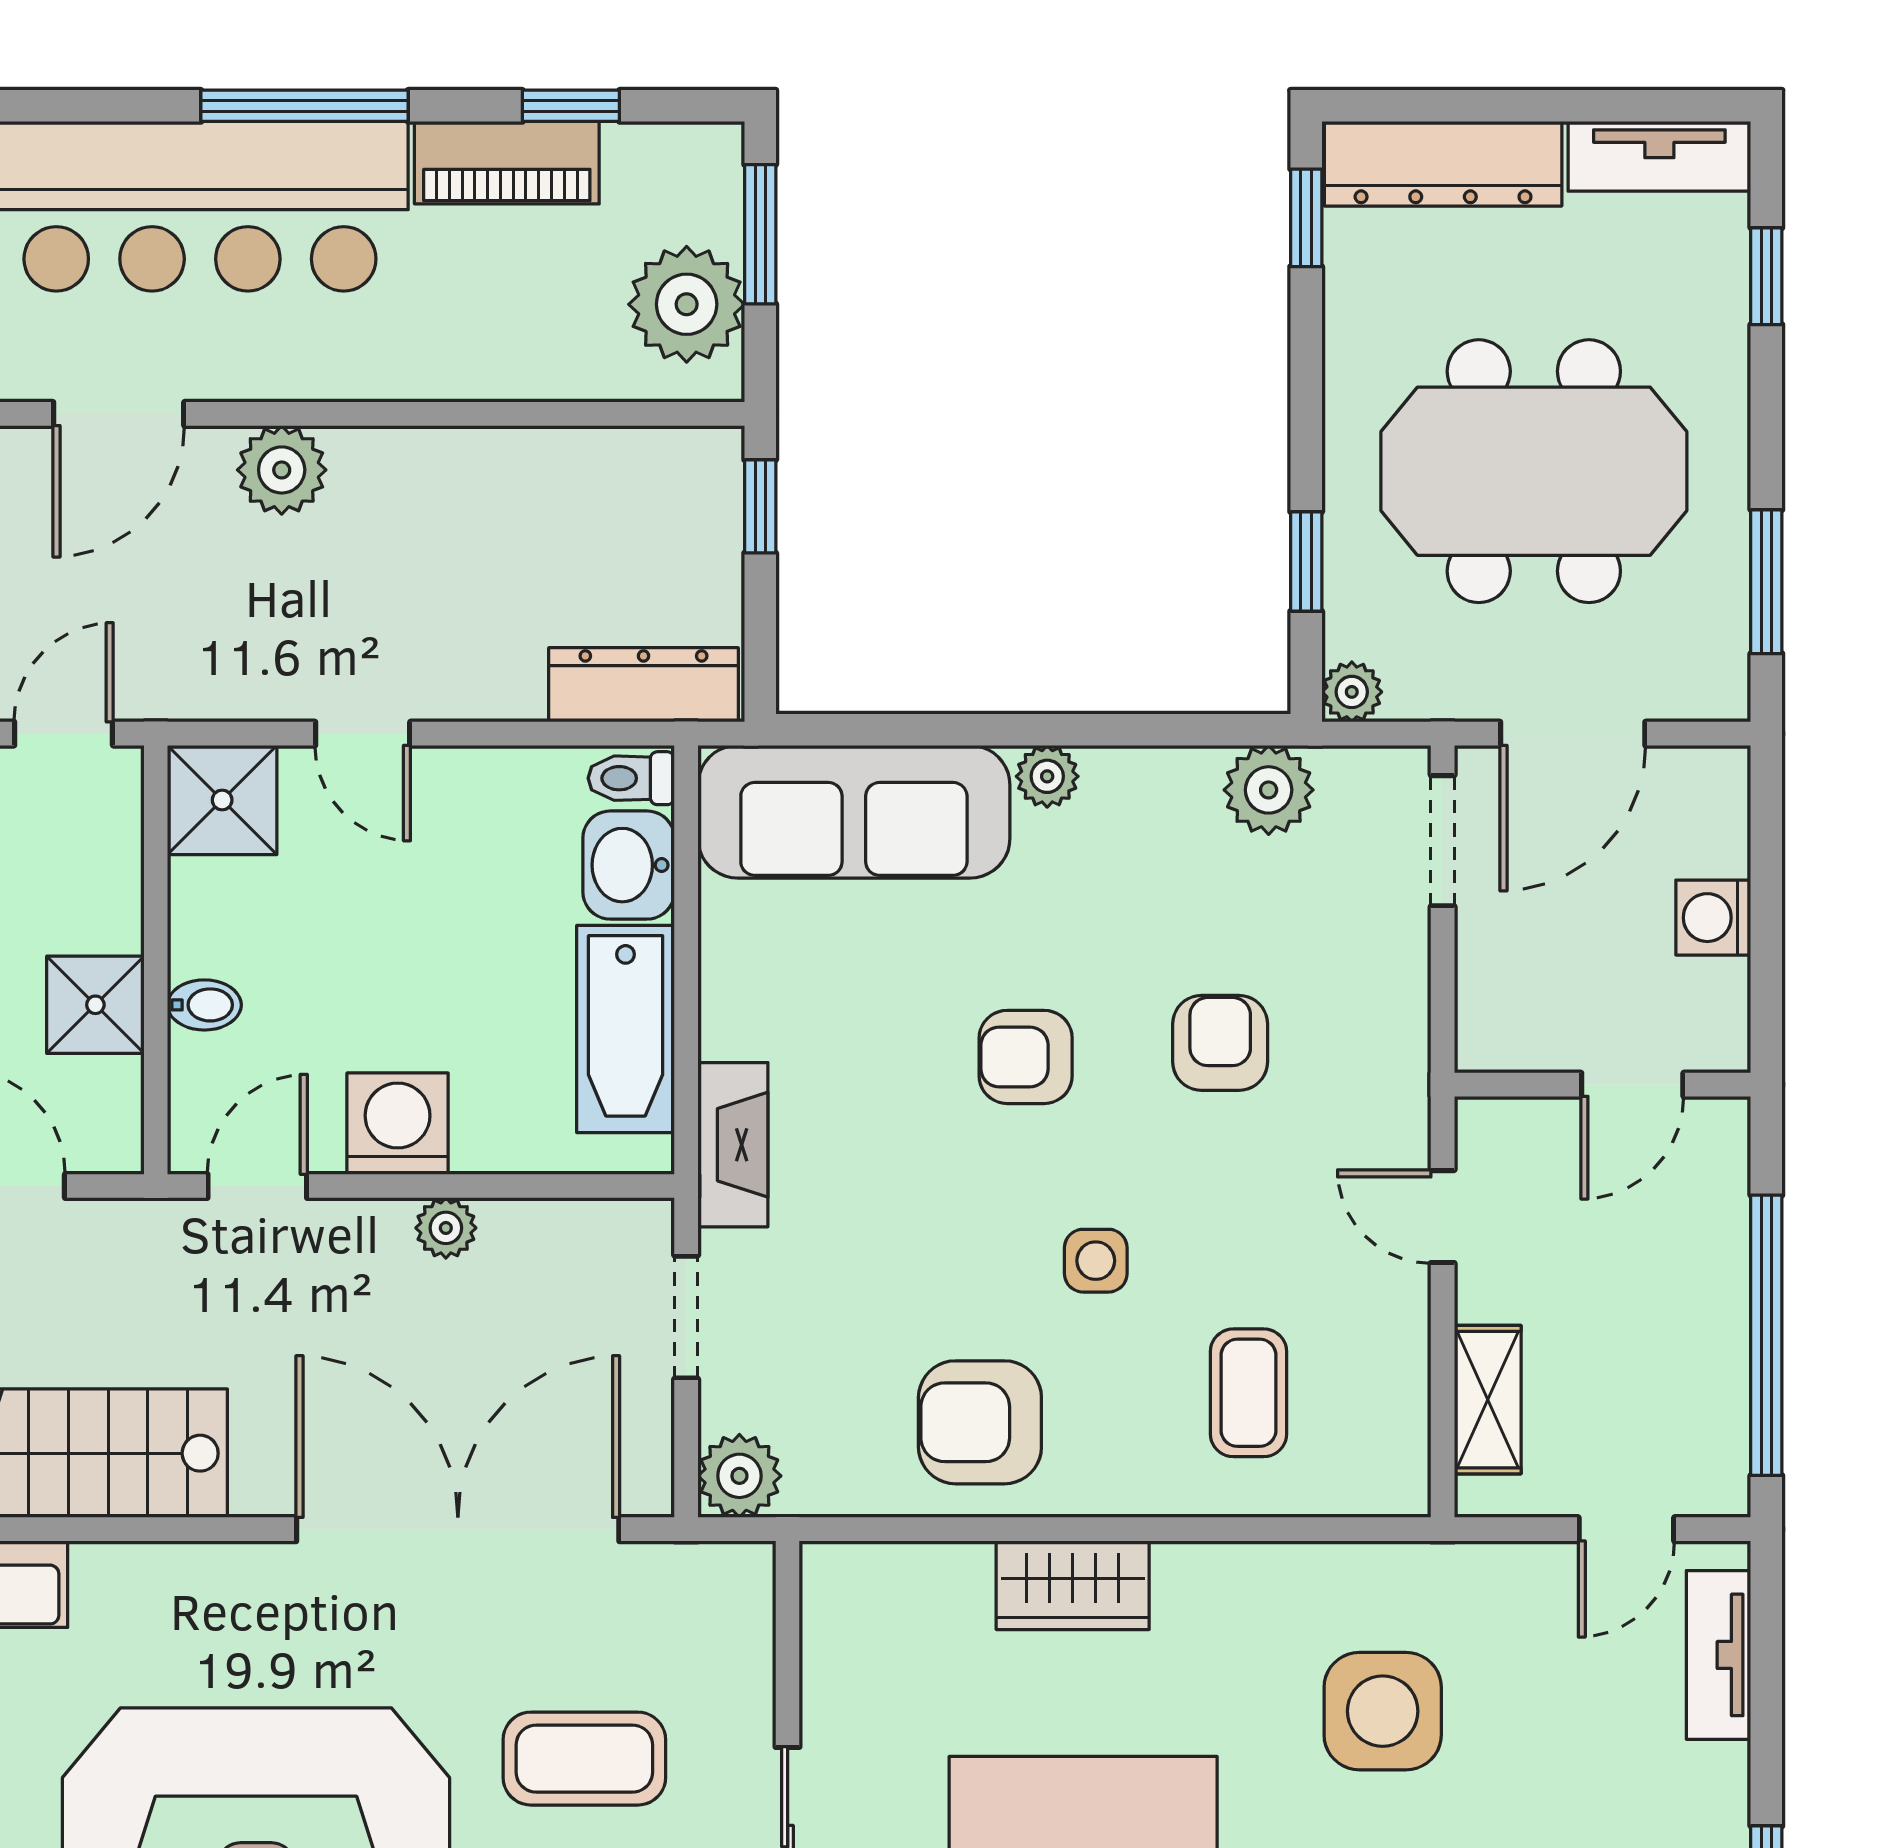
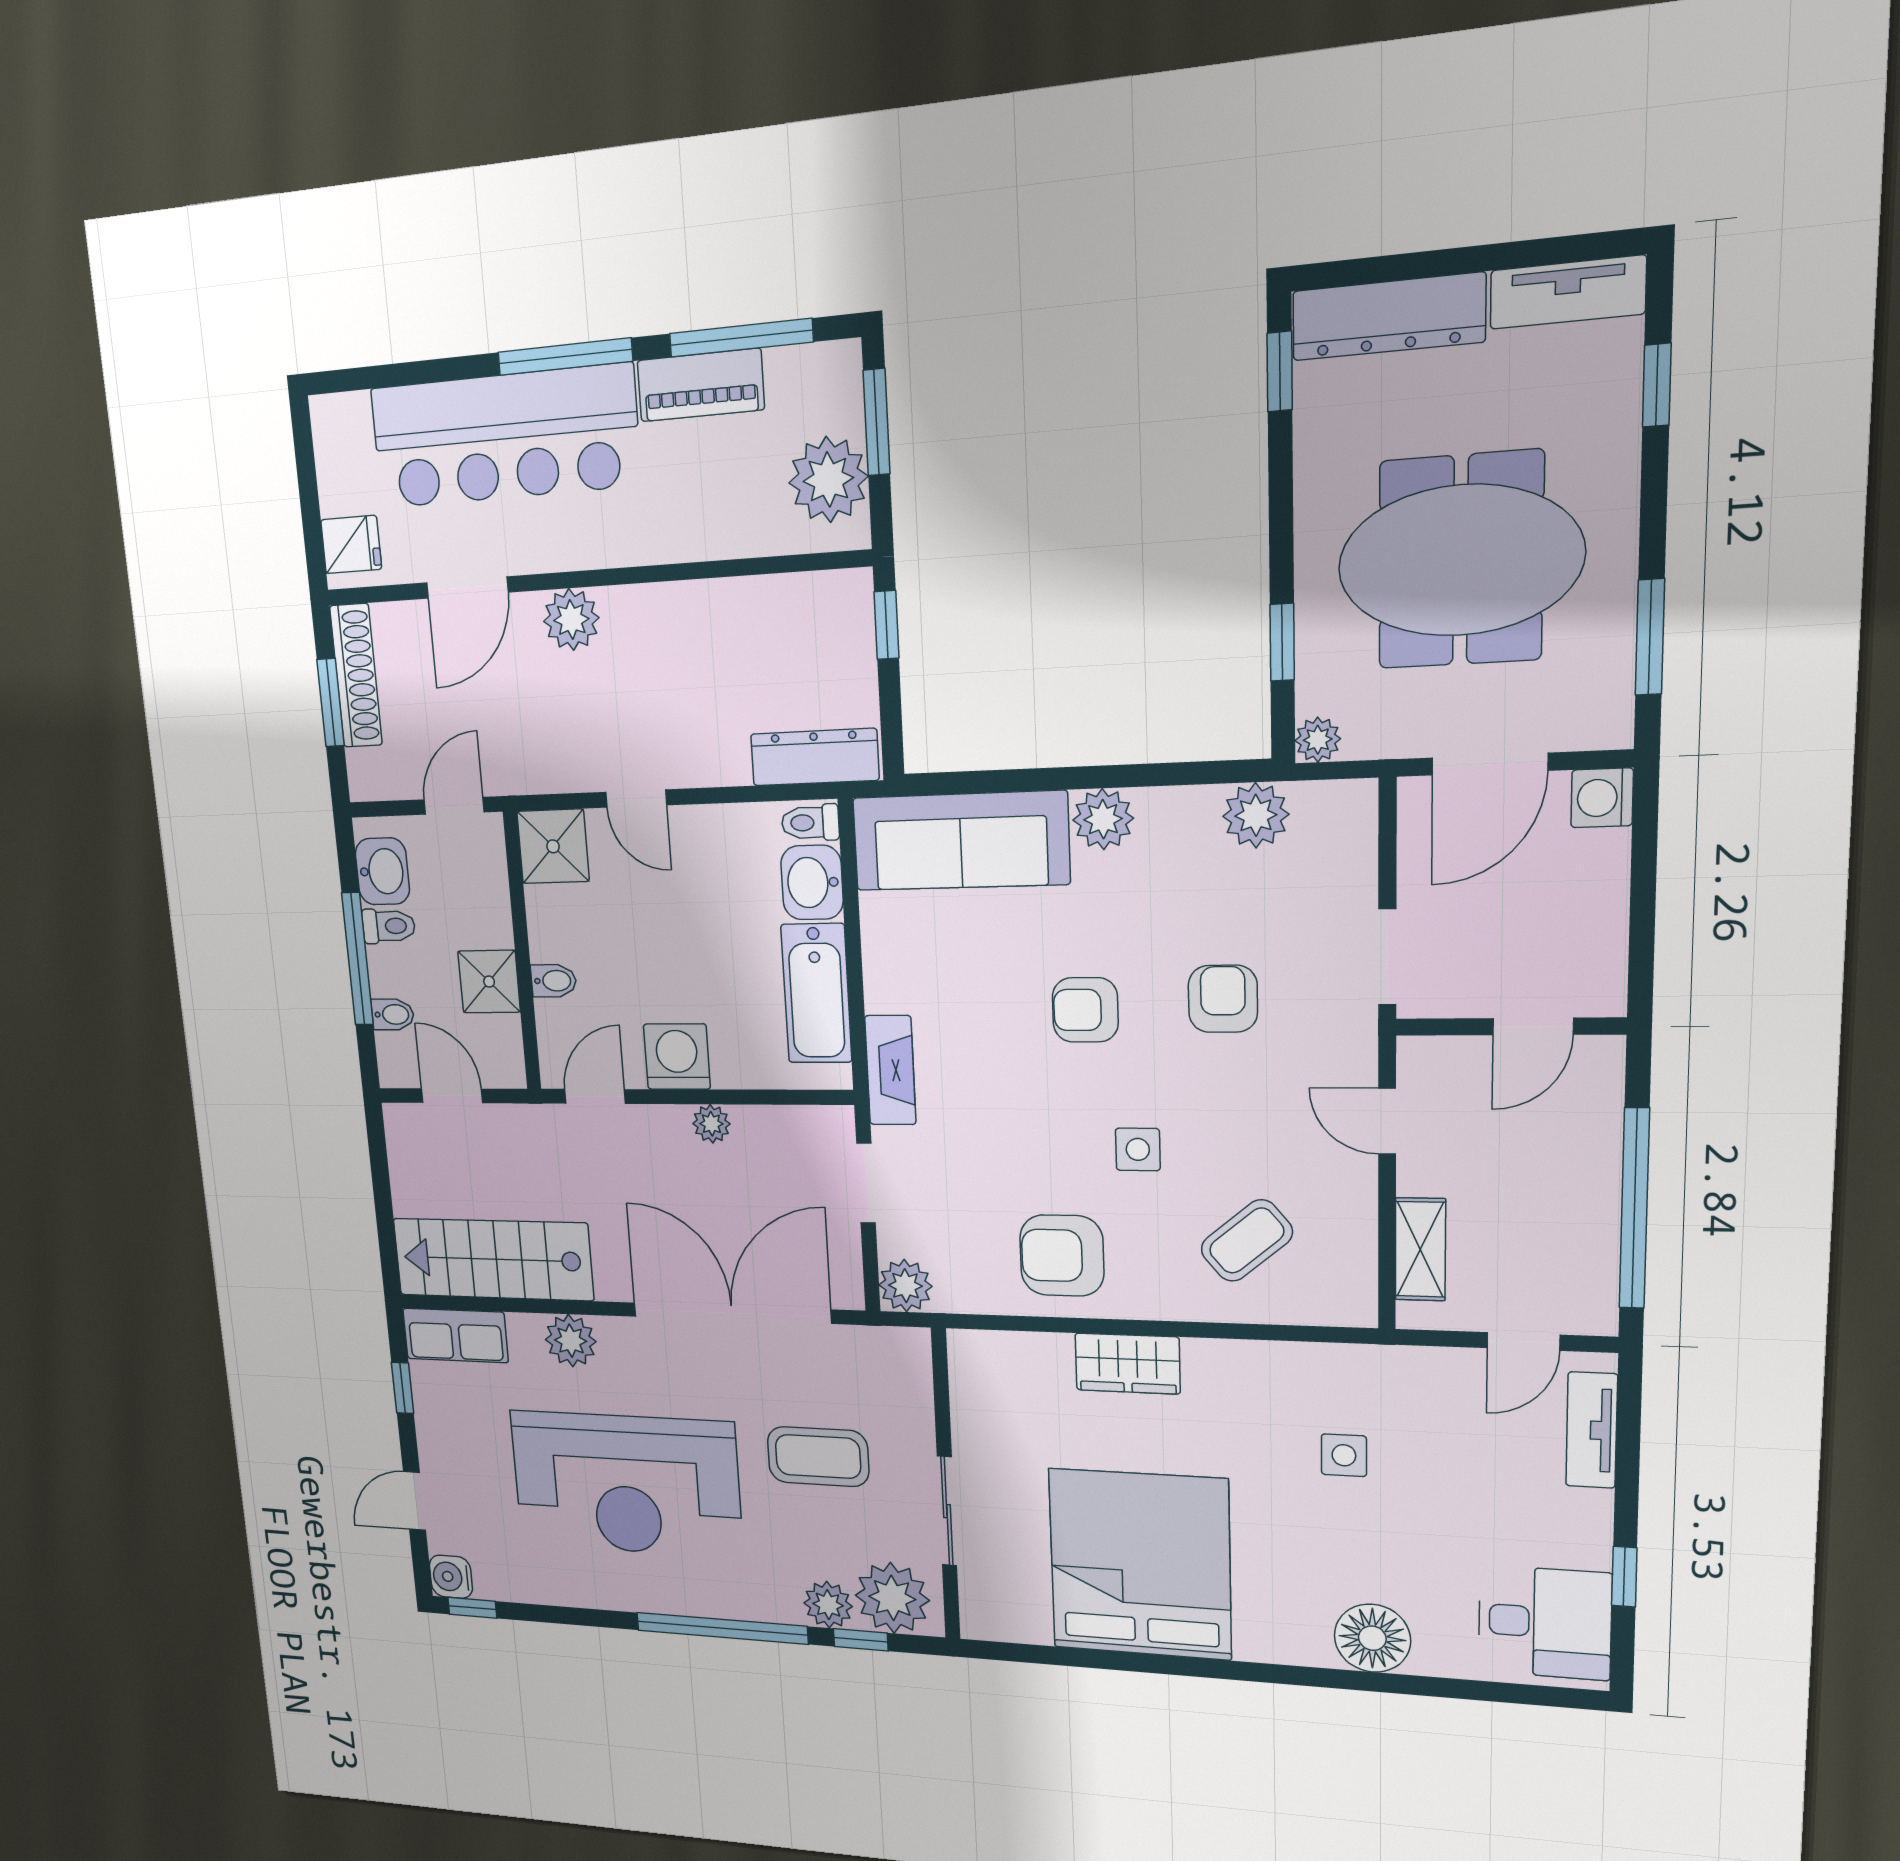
window: (571, 106) -> (741, 338), width x2.17
plant: (1047, 776) -> (1103, 819), width x1.38, depth x1.38
doorway: (1443, 841) -> (1387, 957), moved
washing machine: (1713, 918) -> (1602, 798), moved
coffee table: (1249, 1393) -> (1247, 1241), turned 50
plant: (181, 1585) -> (571, 1341), added
side table: (1383, 1711) -> (1344, 1455), width x0.54, depth x0.54

